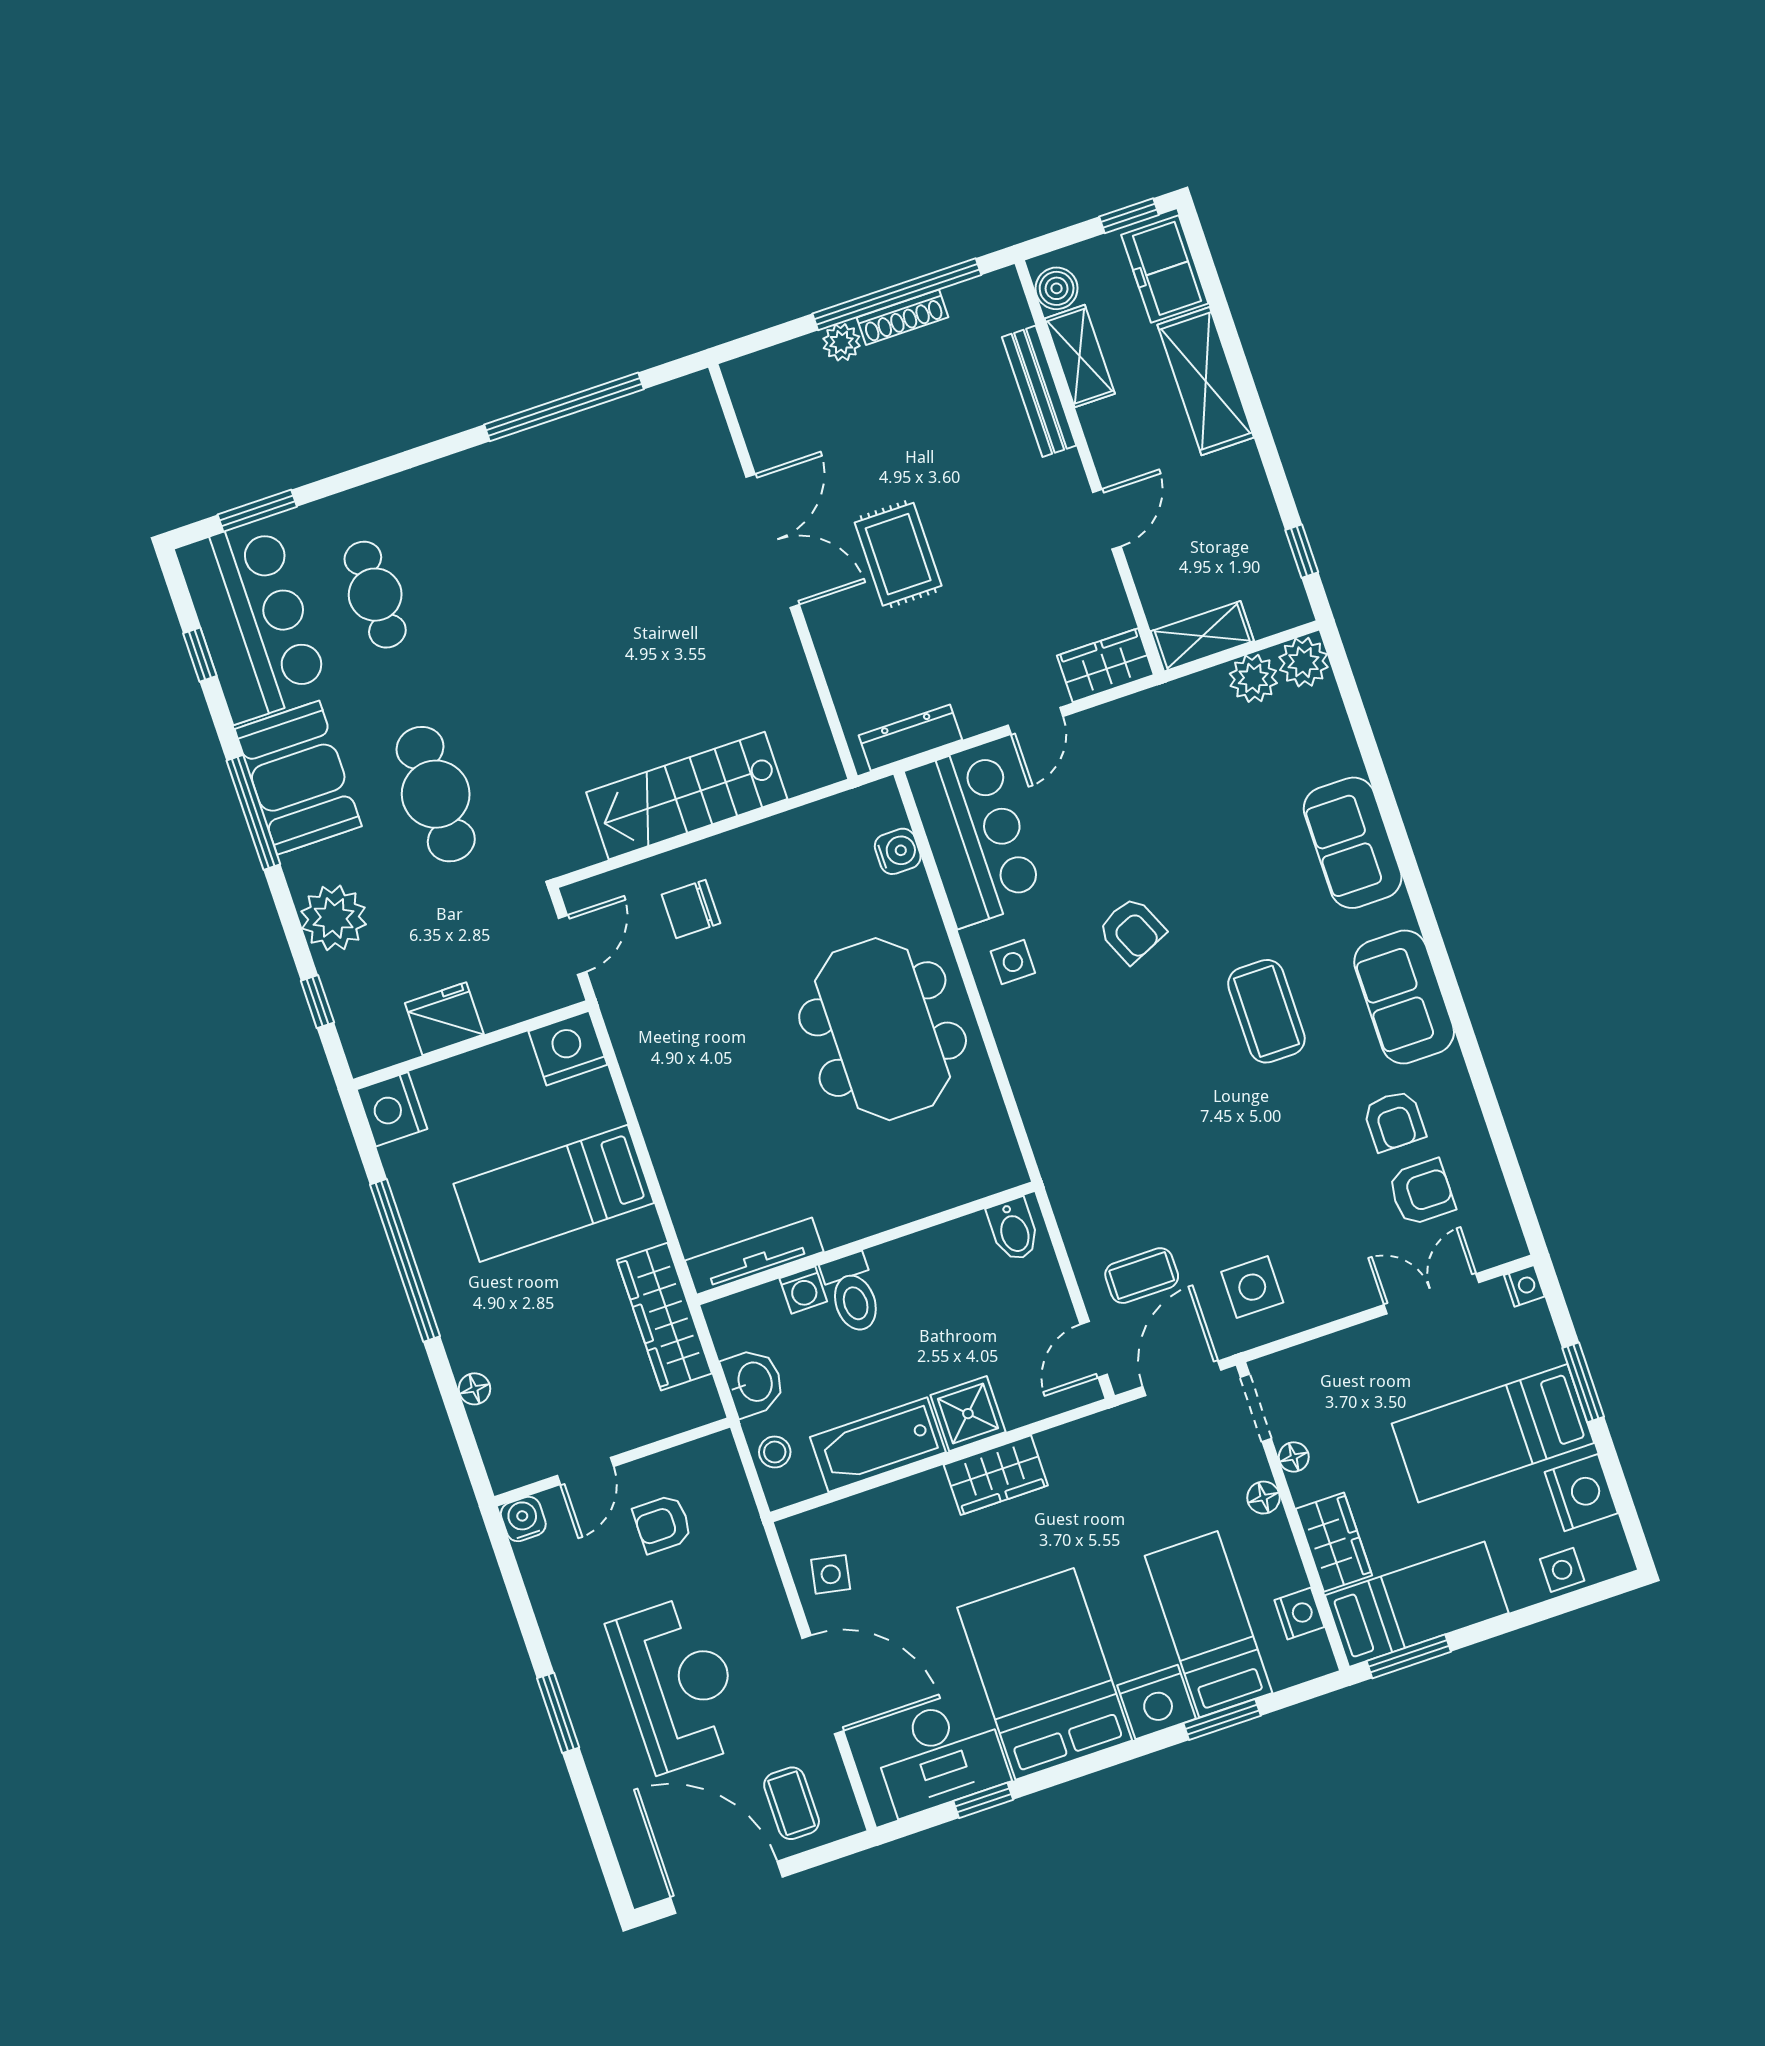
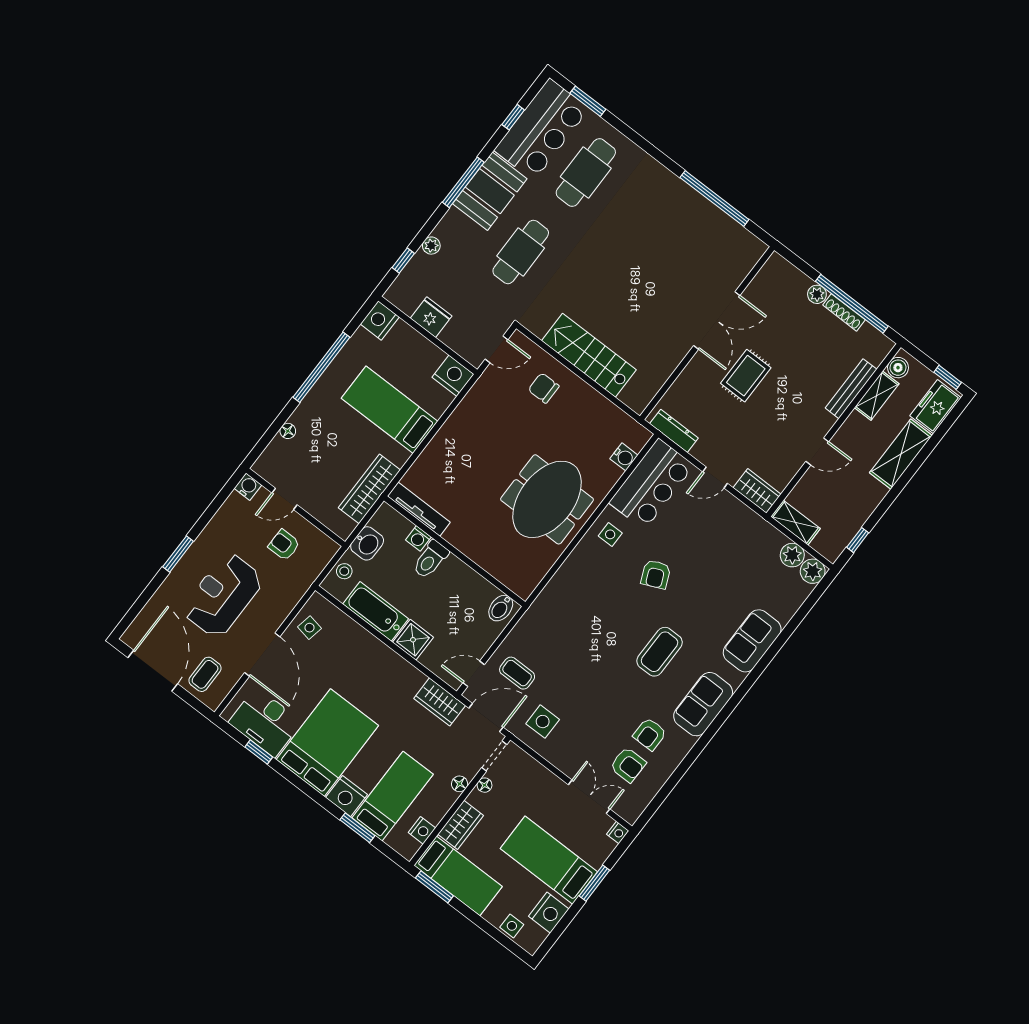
cafe table: (375, 595) -> (586, 173), width x1.37, depth x1.35
plant: (334, 918) -> (431, 246), width x0.53, depth x0.53
wardrobe: (996, 1475) -> (440, 702), moved
reception desk: (678, 1684) -> (223, 595), turned 180

